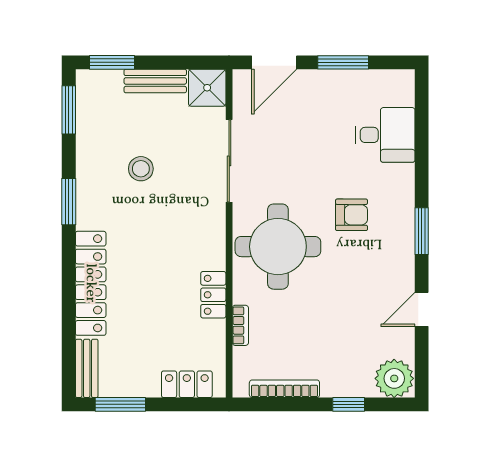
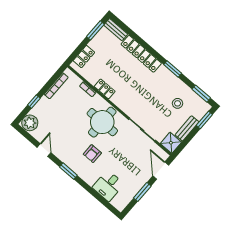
stool: (141, 169) -> (178, 103), moved

